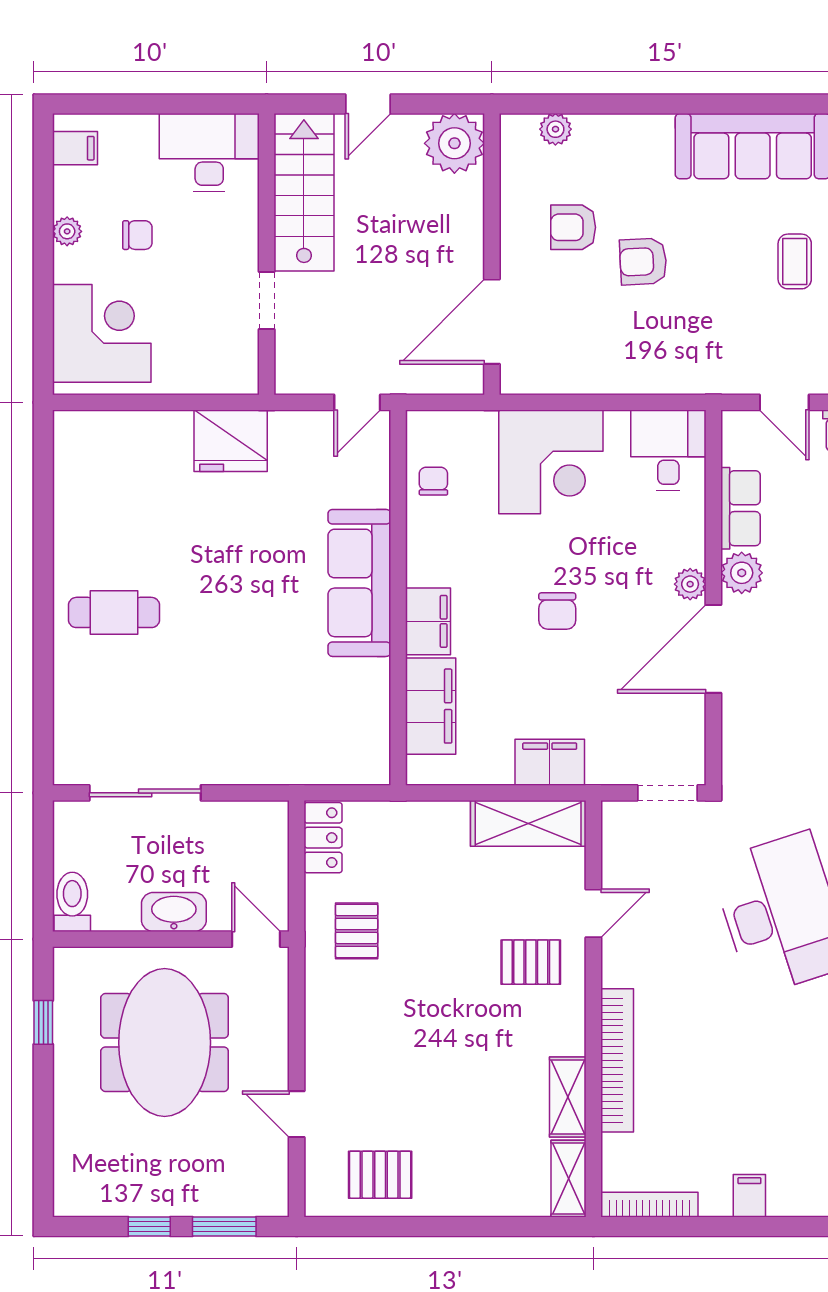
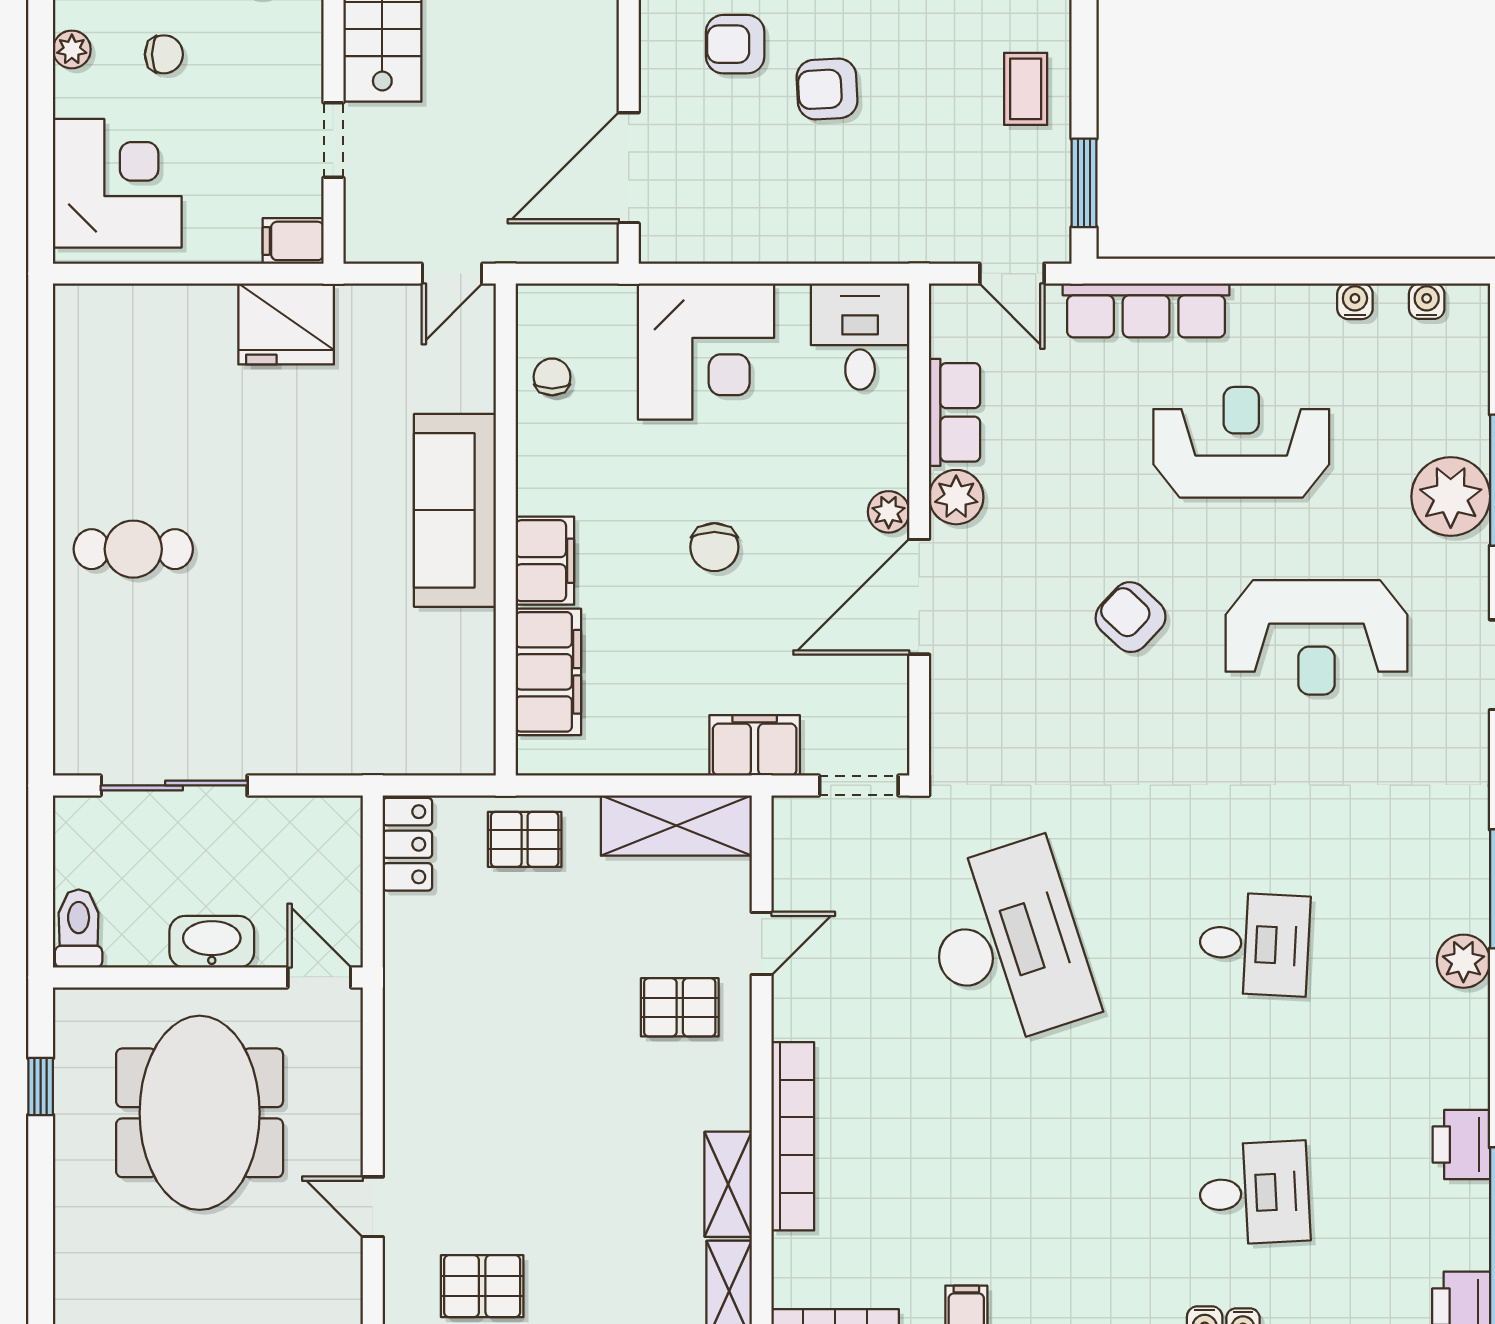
filing cabinet: (236, 377) -> (293, 241), added
filing cabinet: (550, 762) -> (755, 745), moved
pallet: (357, 931) -> (525, 839), moved, turned 90

